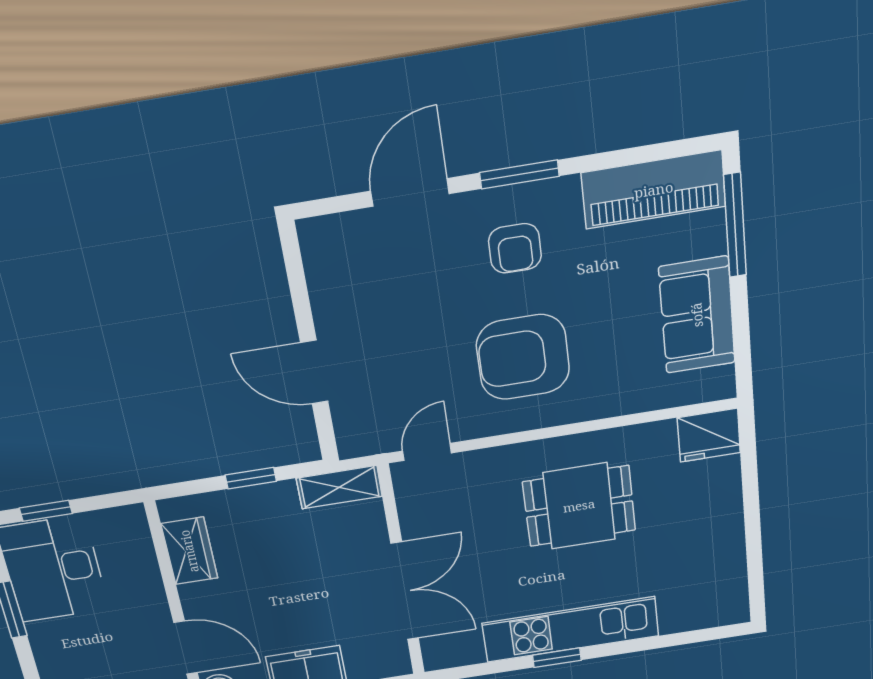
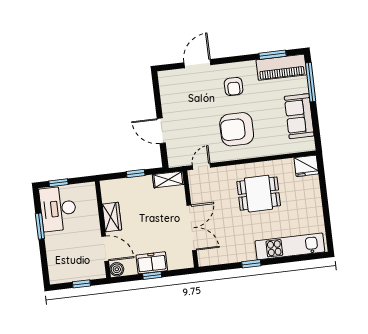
window: (519, 174) -> (273, 55), moved
wardrobe: (189, 551) -> (112, 217), moved
kitchen unit: (571, 629) -> (290, 246), moved

